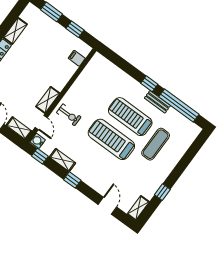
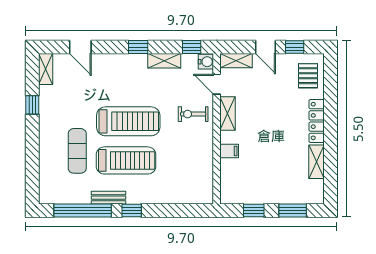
filing cabinet: (77, 58) -> (229, 151), moved

